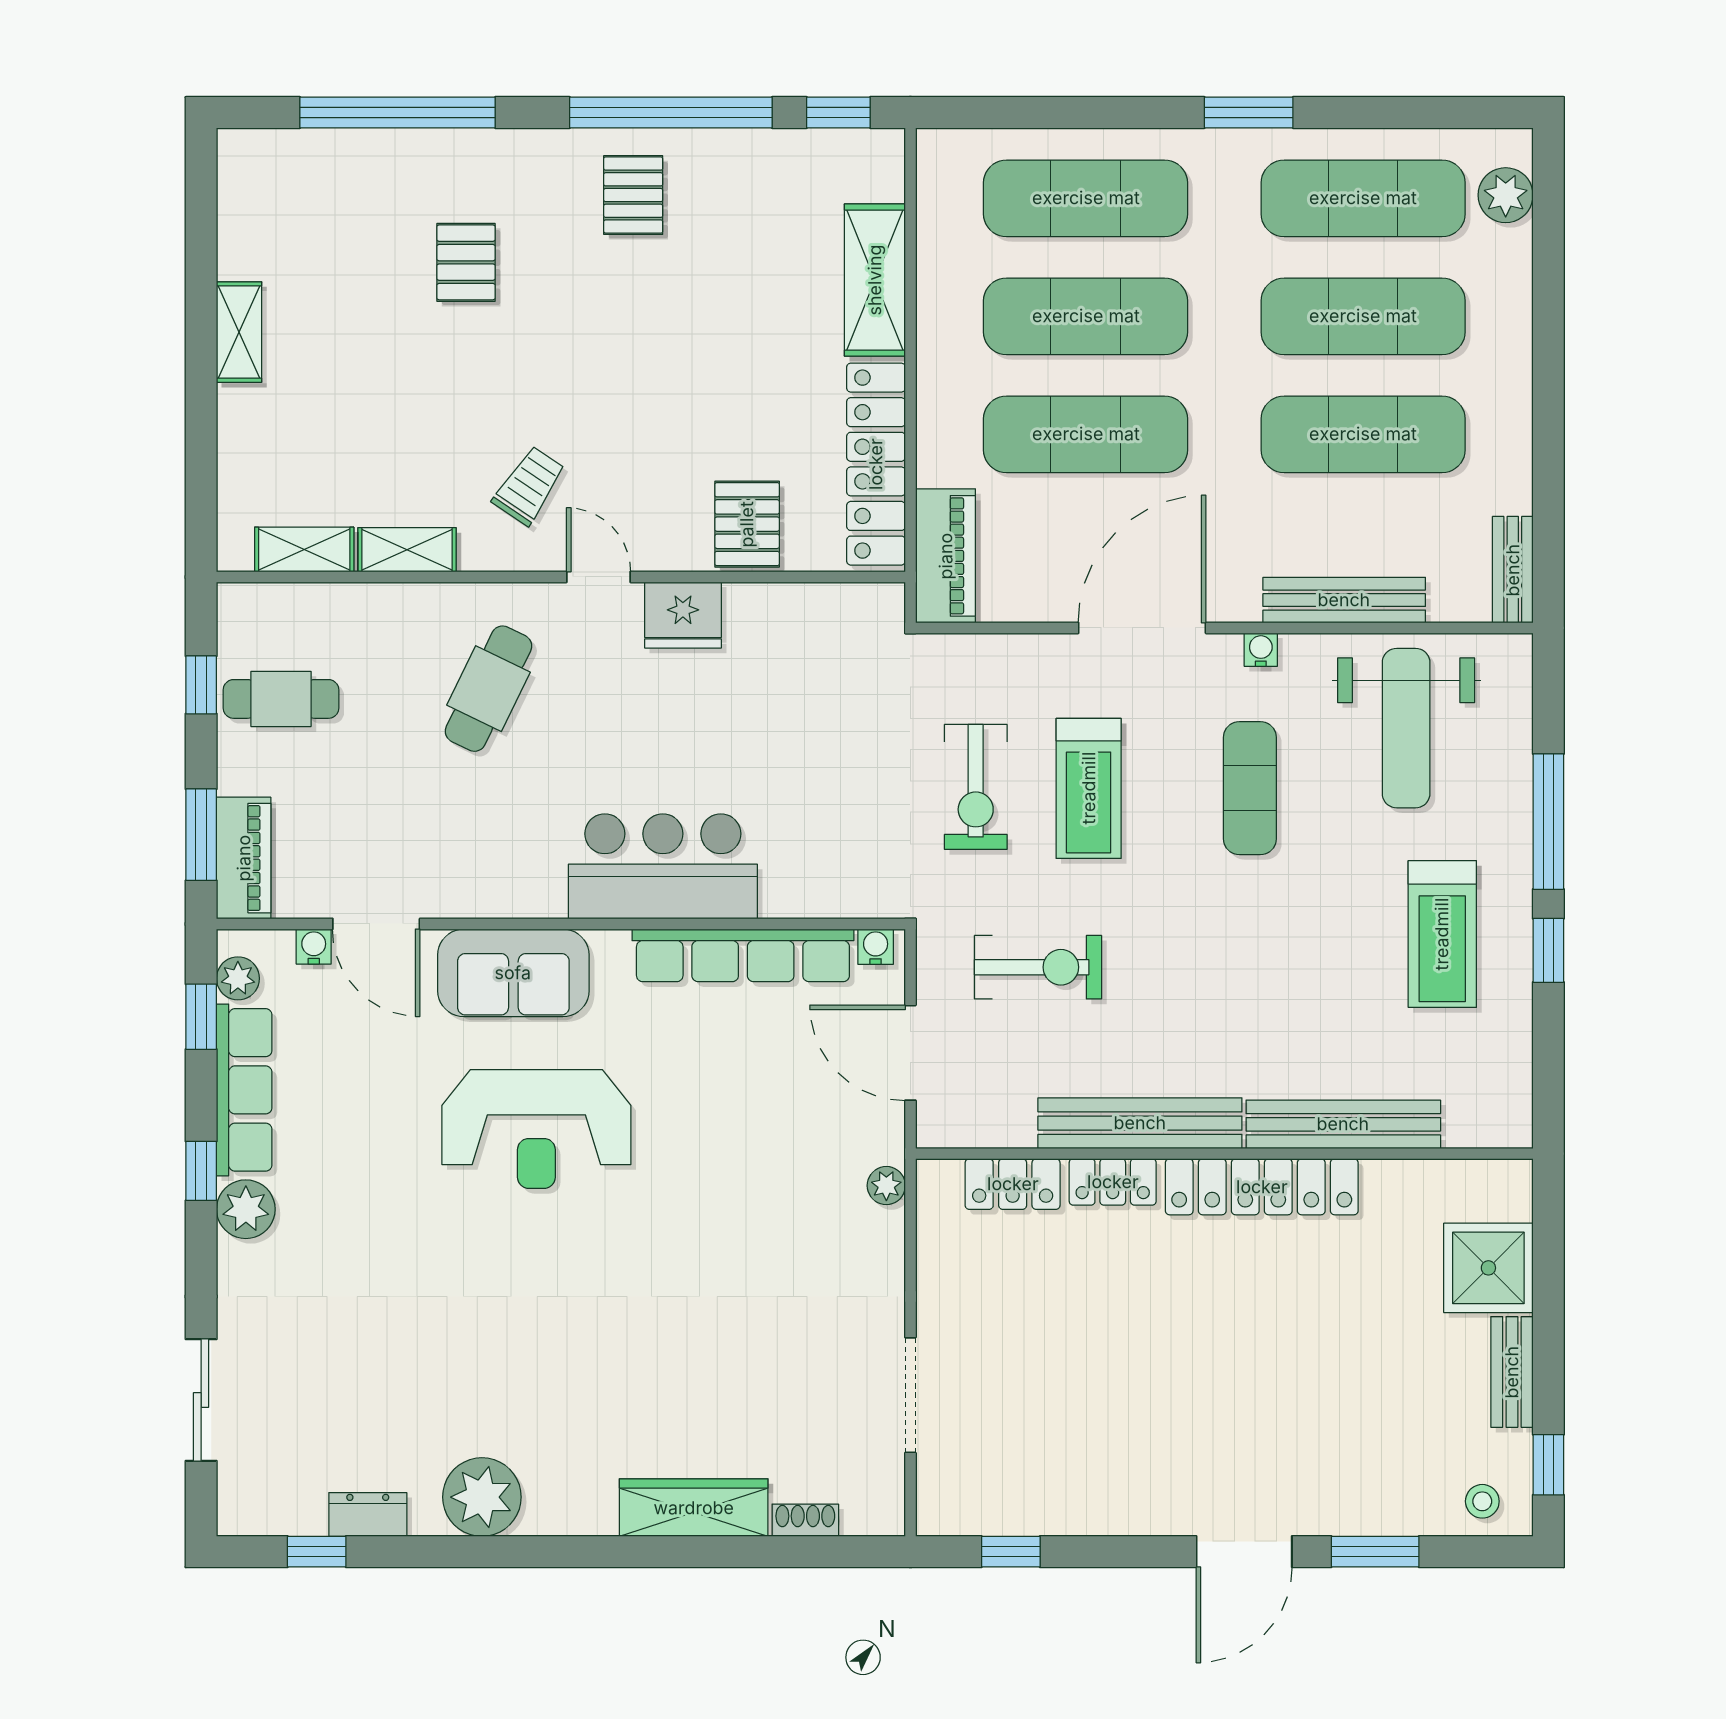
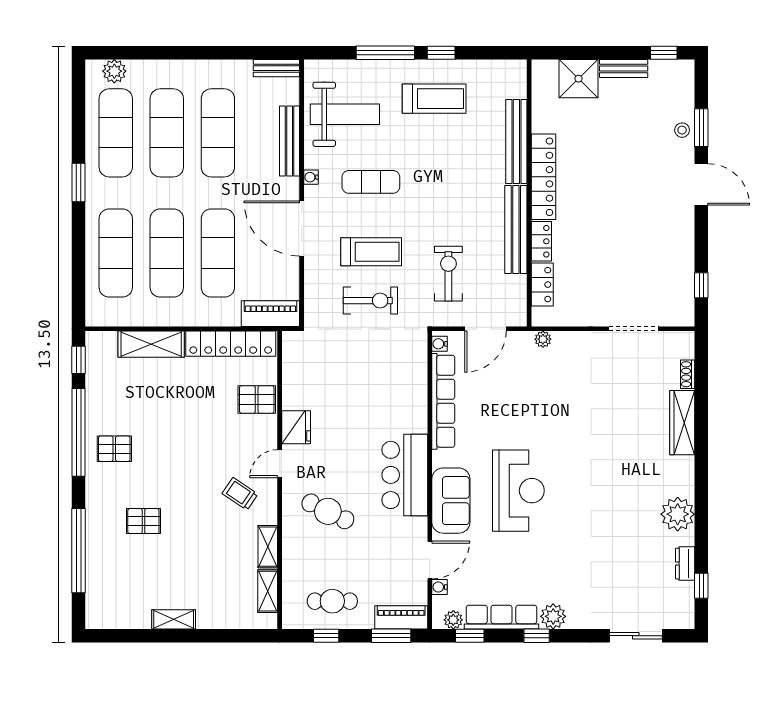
cafe table: (281, 699) -> (332, 601), turned 90
bar counter: (663, 866) -> (405, 475), moved
stool: (1482, 1501) -> (682, 130), moved

